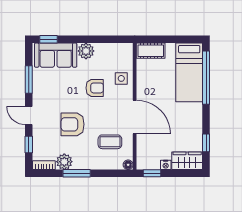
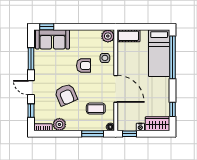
plant: (86, 51) -> (108, 36), moved
armchair: (73, 124) -> (66, 95), turned -113
window: (77, 173) -> (93, 134), moved

